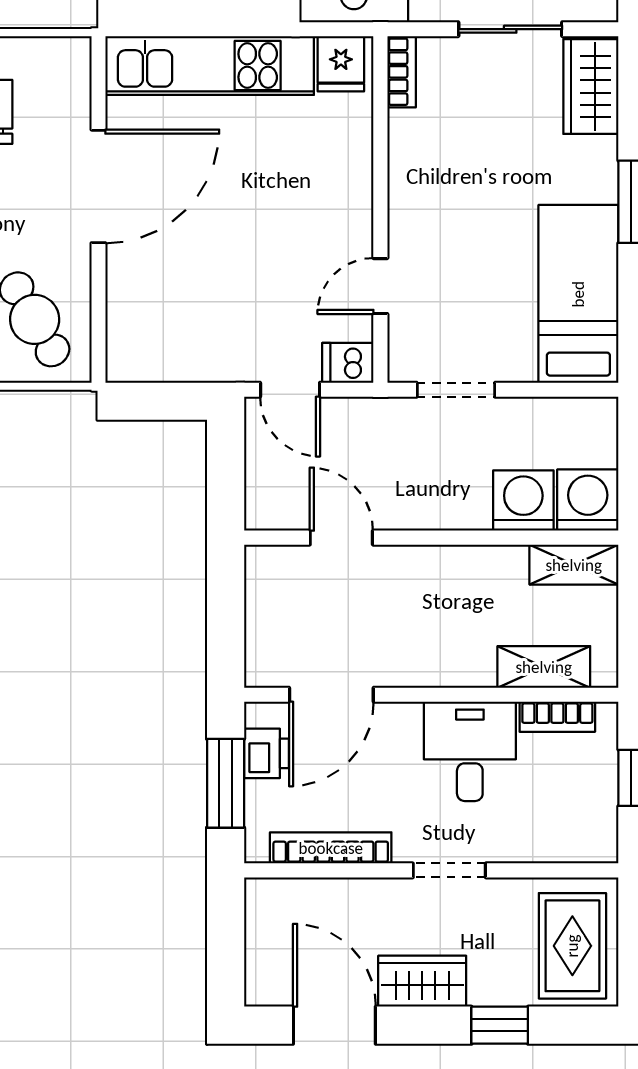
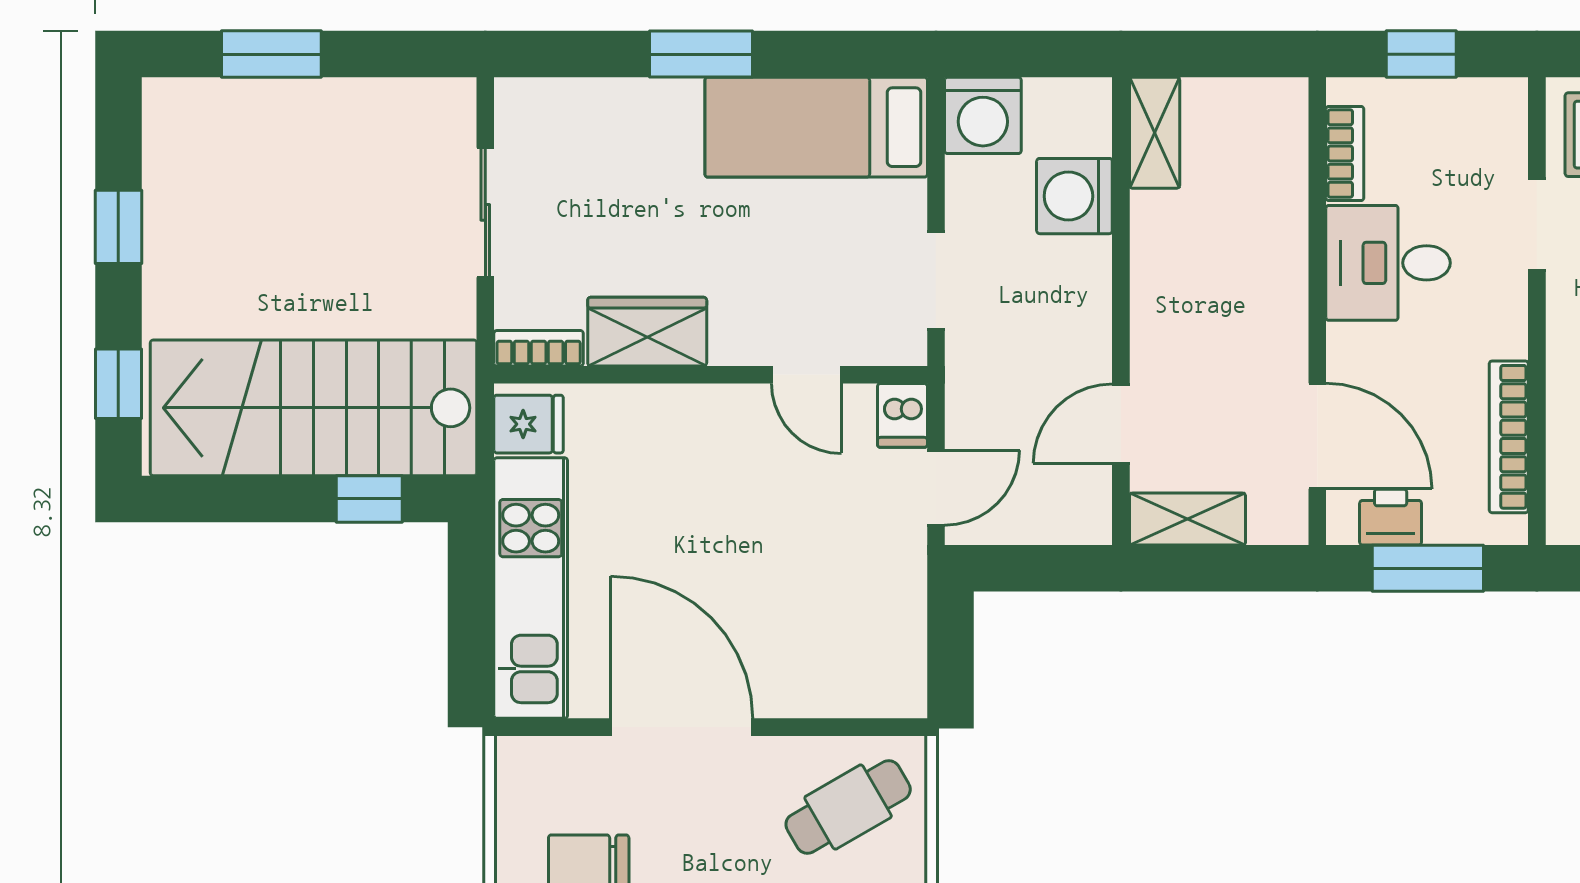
wardrobe: (591, 87) -> (647, 332), moved, turned 180
washing machine: (588, 500) -> (983, 115), moved, turned -90
shelving: (544, 667) -> (1188, 519), moved, turned 90
doorway: (449, 870) -> (1537, 225), moved

